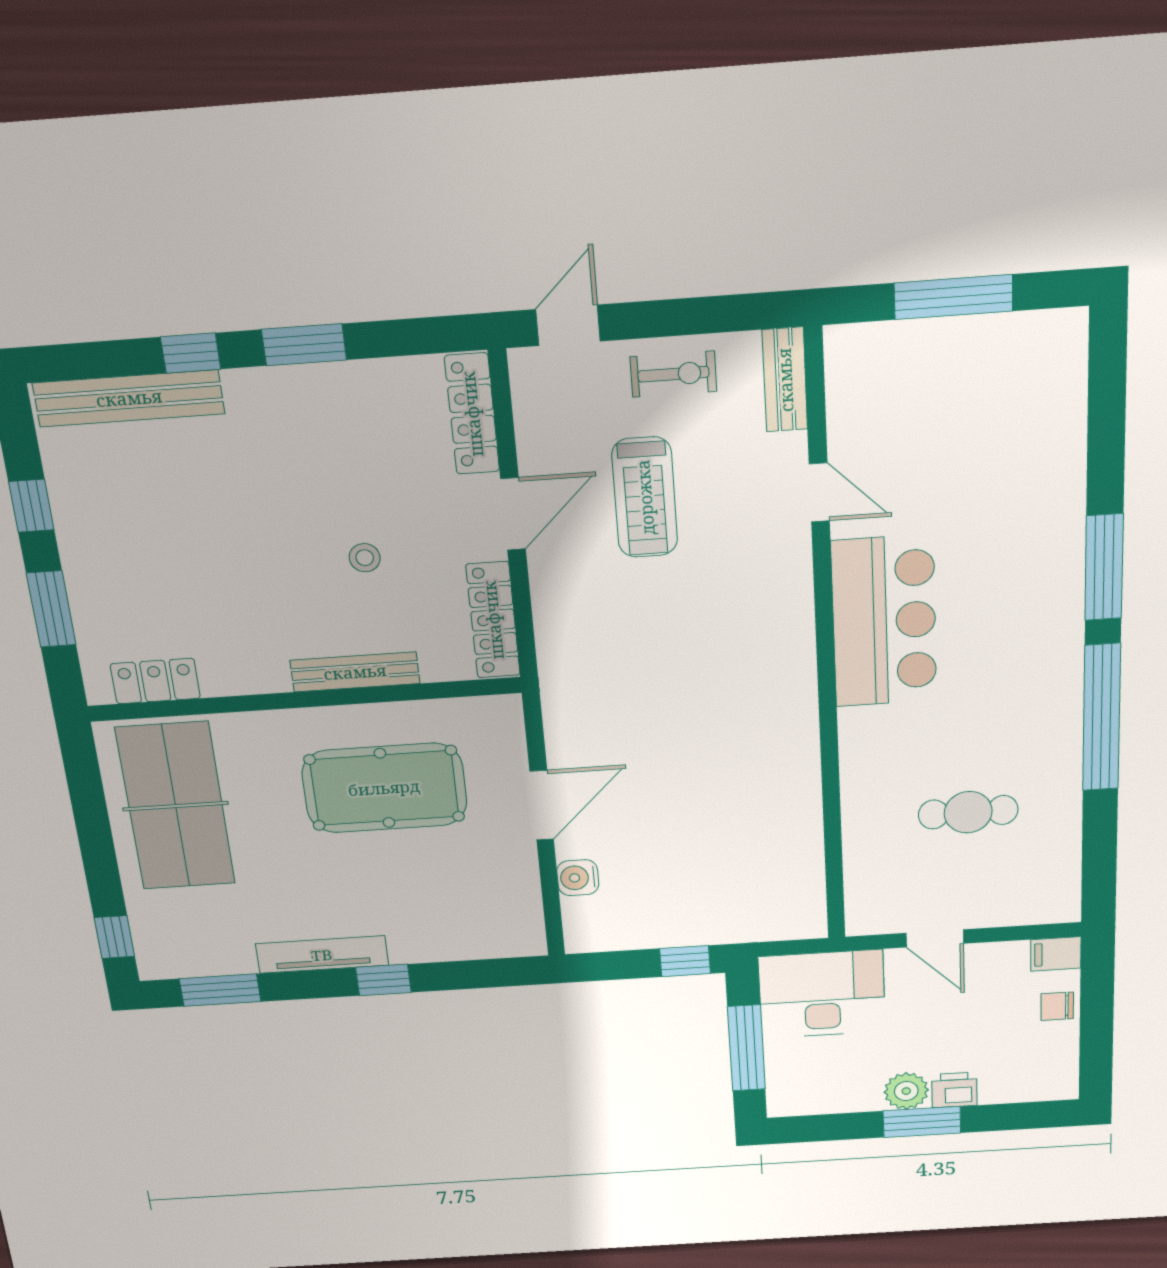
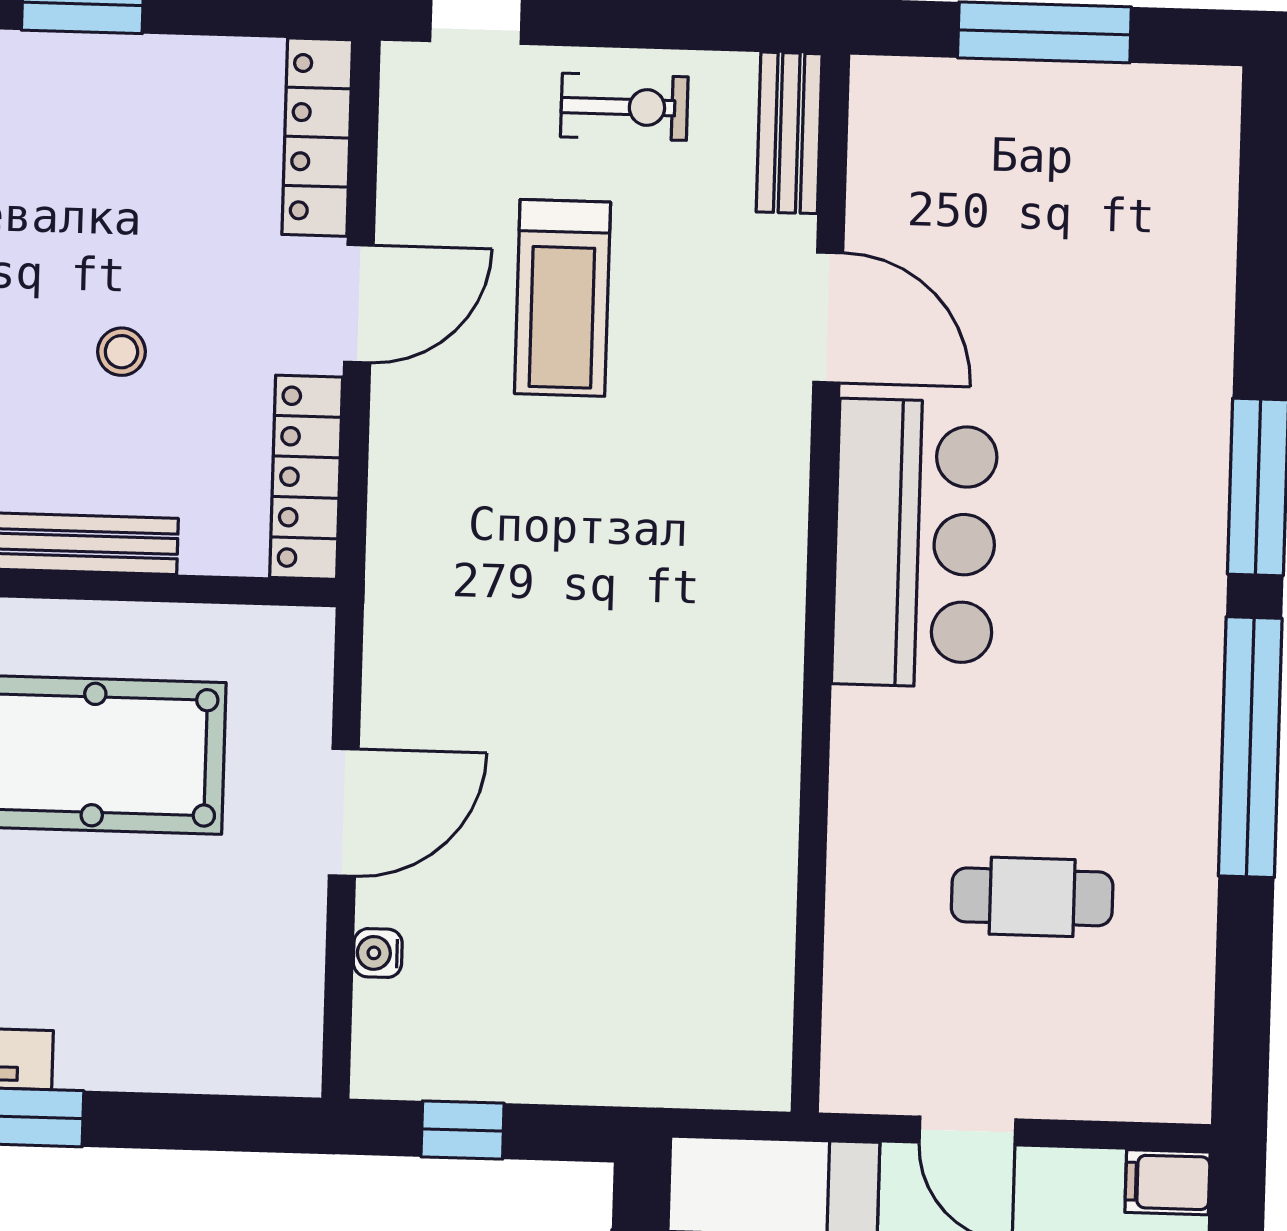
door: (819, 492) -> (828, 318), width x1.38
water cooler: (578, 878) -> (378, 953), width x0.72, depth x0.72
window: (685, 961) -> (463, 1130), moved

